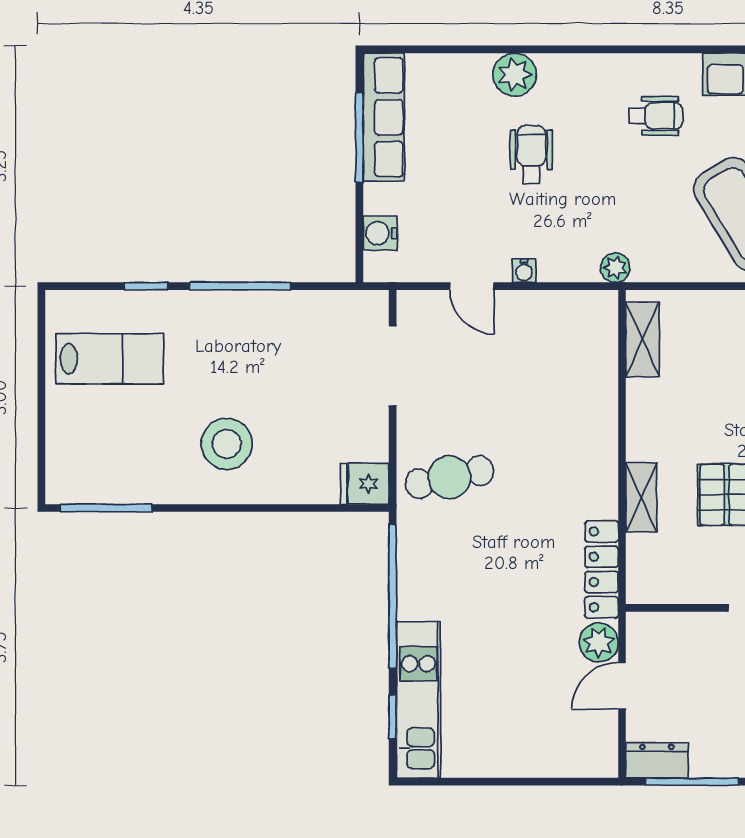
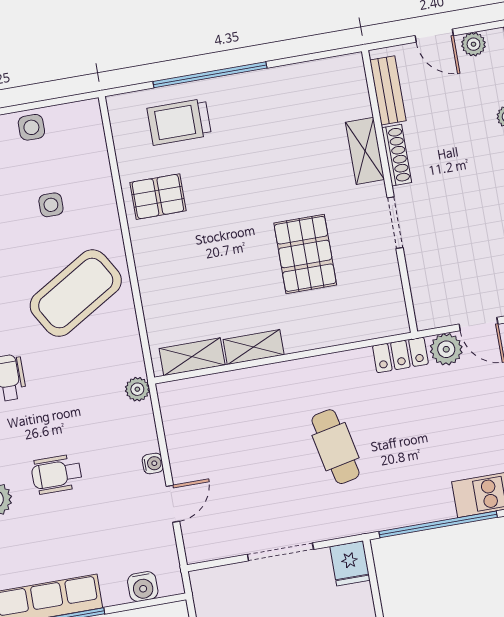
doorway: (393, 366) -> (280, 552), moved
cafe table: (450, 477) -> (336, 447), moved
shelving: (641, 497) -> (254, 347), moved
locker: (602, 569) -> (400, 355), width x0.66

